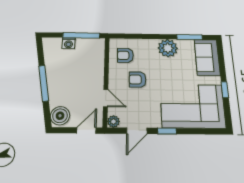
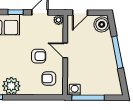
washing machine: (69, 43) -> (75, 90), moved
armchair: (125, 55) -> (49, 79), turned 180
door: (106, 98) -> (65, 50), moved

